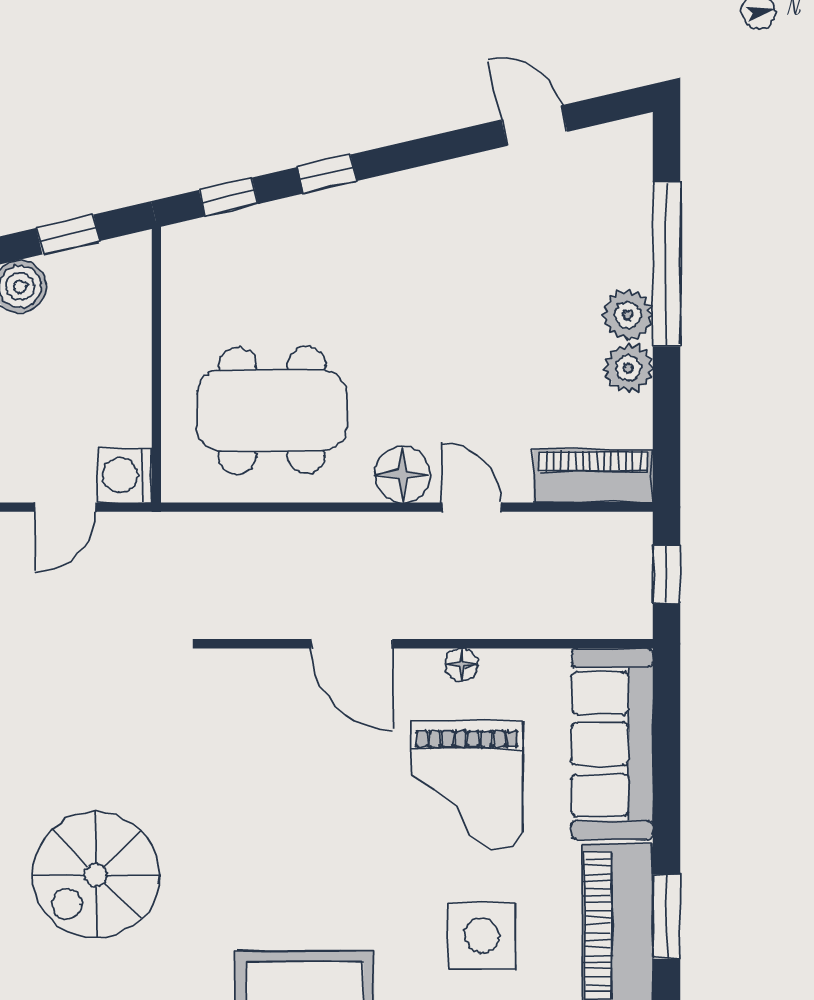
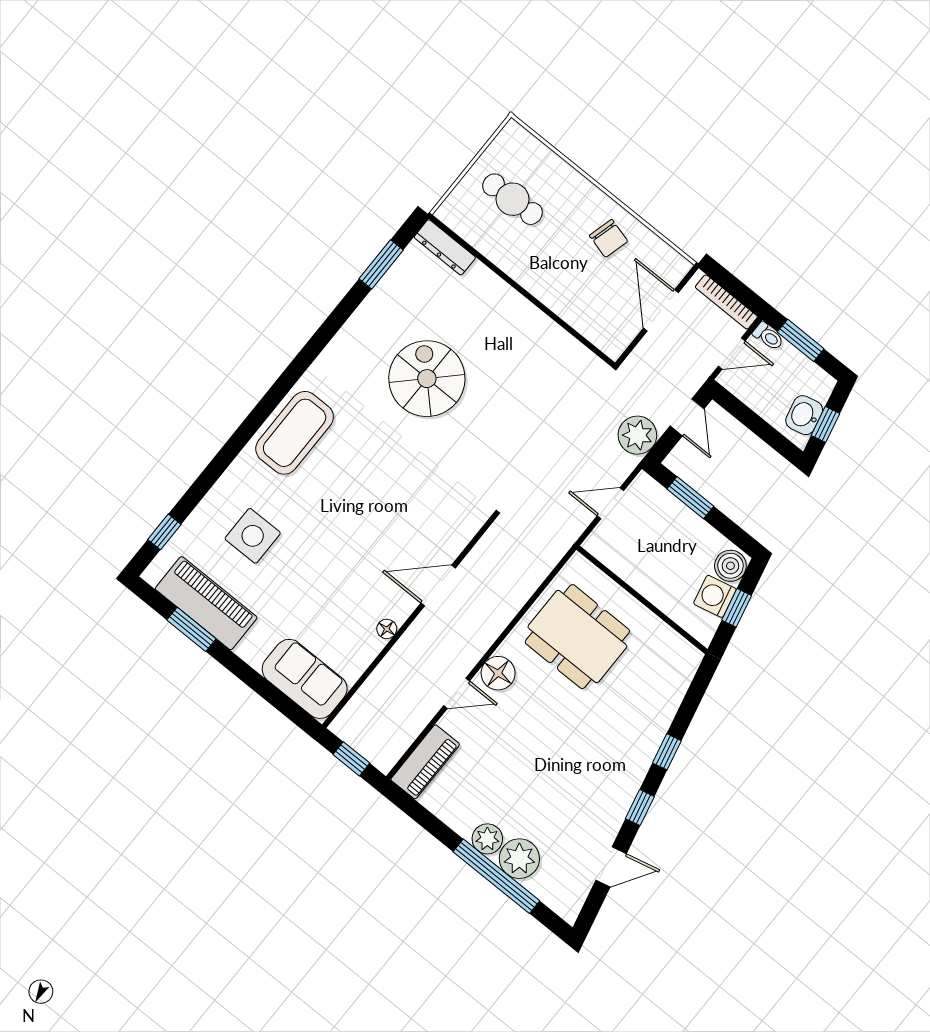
window: (228, 197) -> (640, 808), moved
plant: (629, 368) -> (519, 859), moved, width x1.36, depth x1.36
dining table: (272, 410) -> (577, 637), turned 90
washing machine: (125, 475) -> (715, 596), moved, turned -103
door: (65, 507) -> (610, 503), hinge flipped
sofa: (612, 744) -> (305, 679), width x0.73
grand piano: (467, 785) -> (328, 586), removed

